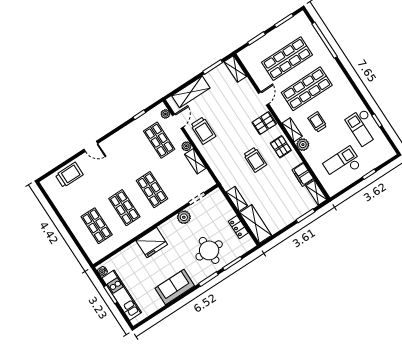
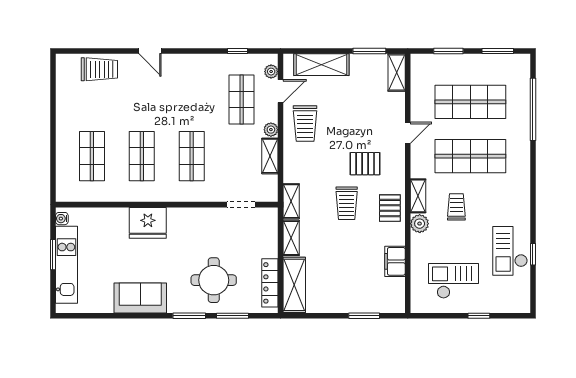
pallet: (264, 123) -> (365, 164), moved
shelving: (316, 193) -> (291, 201), moved
plant: (184, 217) -> (209, 217), removed
locker: (238, 227) -> (270, 283), width x1.53

